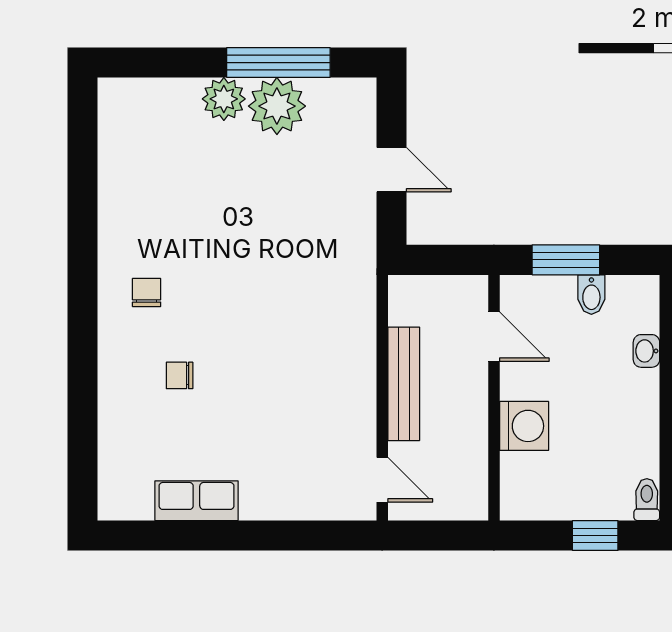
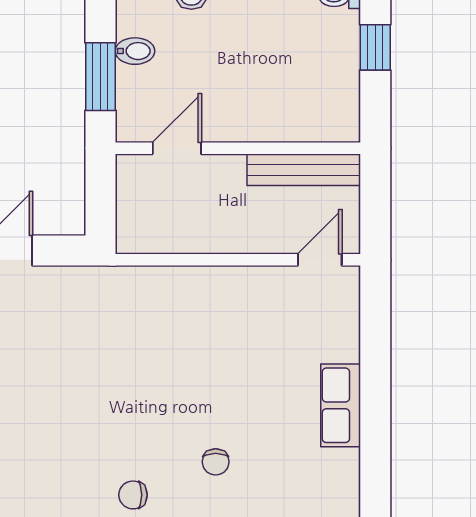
bench: (404, 384) -> (304, 170), moved
washing machine: (524, 426) -> (266, 118), removed
row of seats: (196, 501) -> (341, 405), moved

